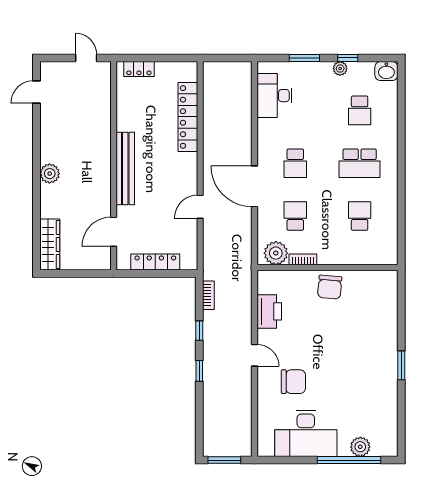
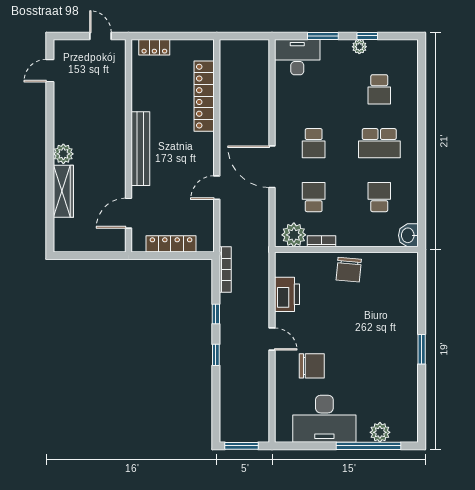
washbasin: (386, 71) -> (408, 235), moved, turned 90
desk: (274, 96) -> (297, 57), moved, turned 90
wardrobe: (50, 244) -> (63, 191), moved
bookcase: (208, 295) -> (225, 270), width x1.56

